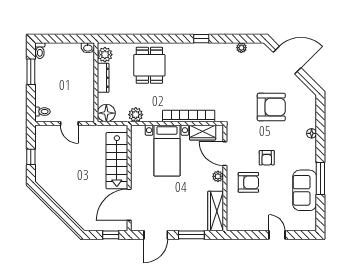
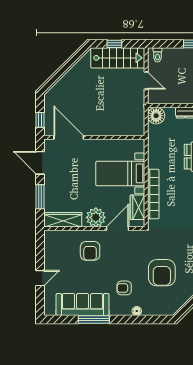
plant: (136, 115) -> (155, 144), removed
door: (69, 123) -> (146, 80), swing flipped
armchair: (267, 158) -> (124, 288), moved
stairs: (117, 161) -> (118, 58), moved, turned 180
plant: (218, 176) -> (96, 217), width x1.88, depth x1.88
sofa: (305, 190) -> (83, 304), width x1.36

